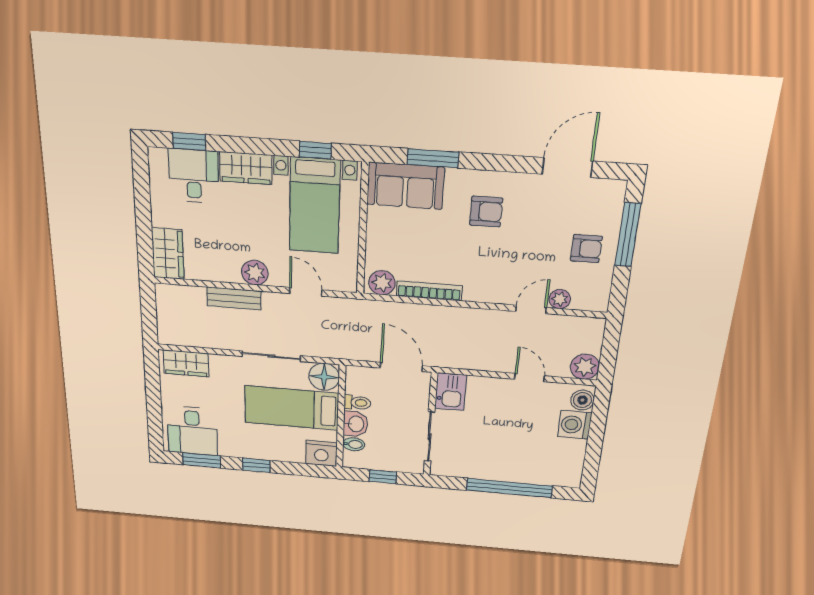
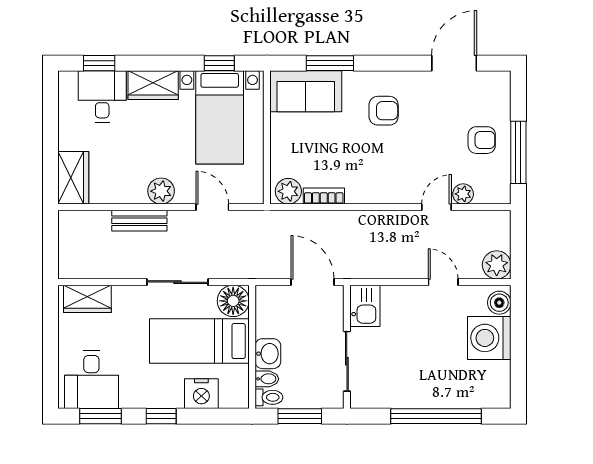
window: (628, 235) -> (518, 152), moved
bookcase: (429, 291) -> (324, 196), width x0.64
toilet: (357, 403) -> (269, 397), moved
washing machine: (575, 425) -> (489, 338), width x1.37, depth x1.37
nightstand: (321, 453) -> (201, 394), moved
window: (383, 477) -> (300, 416), width x1.50

